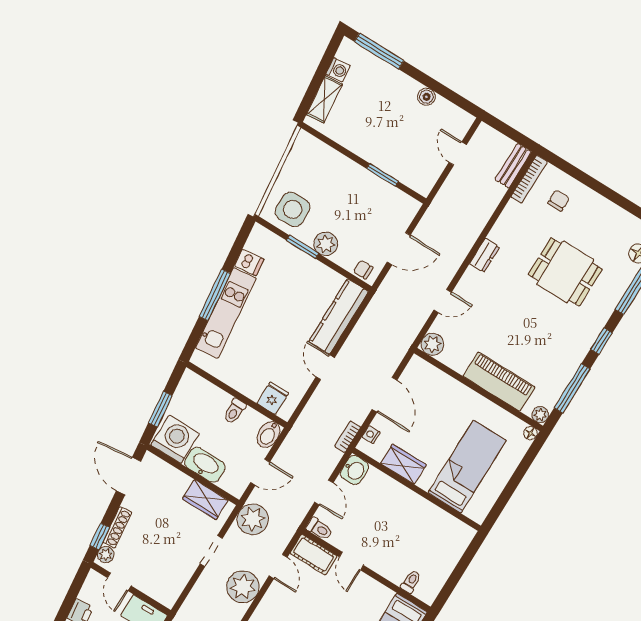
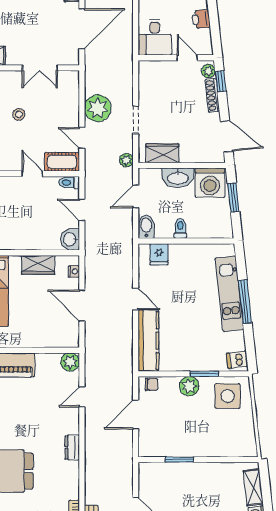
dishwasher: (249, 263) -> (237, 360), moved
bookcase: (348, 437) -> (89, 260), removed
plant: (253, 519) -> (126, 160), width x0.53, depth x0.53

